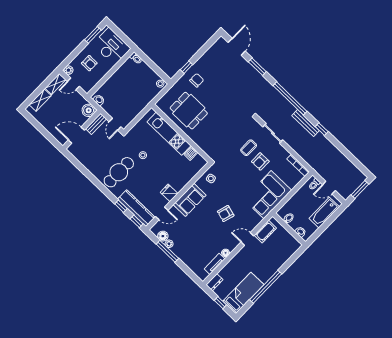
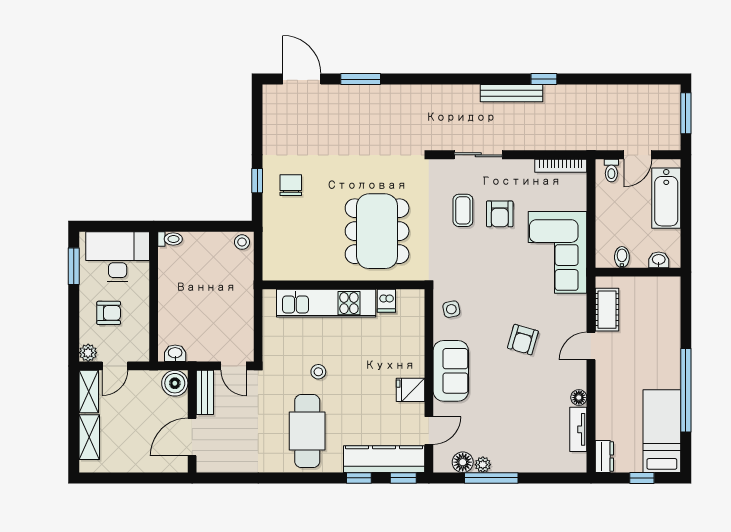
window: (290, 98) -> (454, 79), removed
dining table: (189, 111) -> (377, 231), moved, width x1.38

